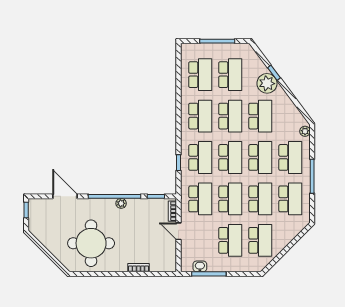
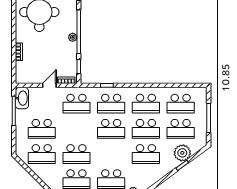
plant: (267, 83) -> (182, 153), moved
school desk: (260, 157) -> (111, 154), removed
school desk: (230, 199) -> (76, 129), removed
washbasin: (200, 266) -> (22, 98), width x1.91, depth x1.45

